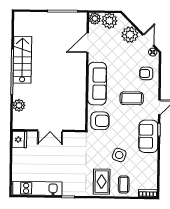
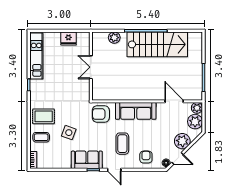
stairs: (22, 60) -> (157, 44), width x1.36, depth x1.51
armchair: (100, 121) -> (101, 114), turned 90
fridge: (19, 140) -> (68, 38), moved

